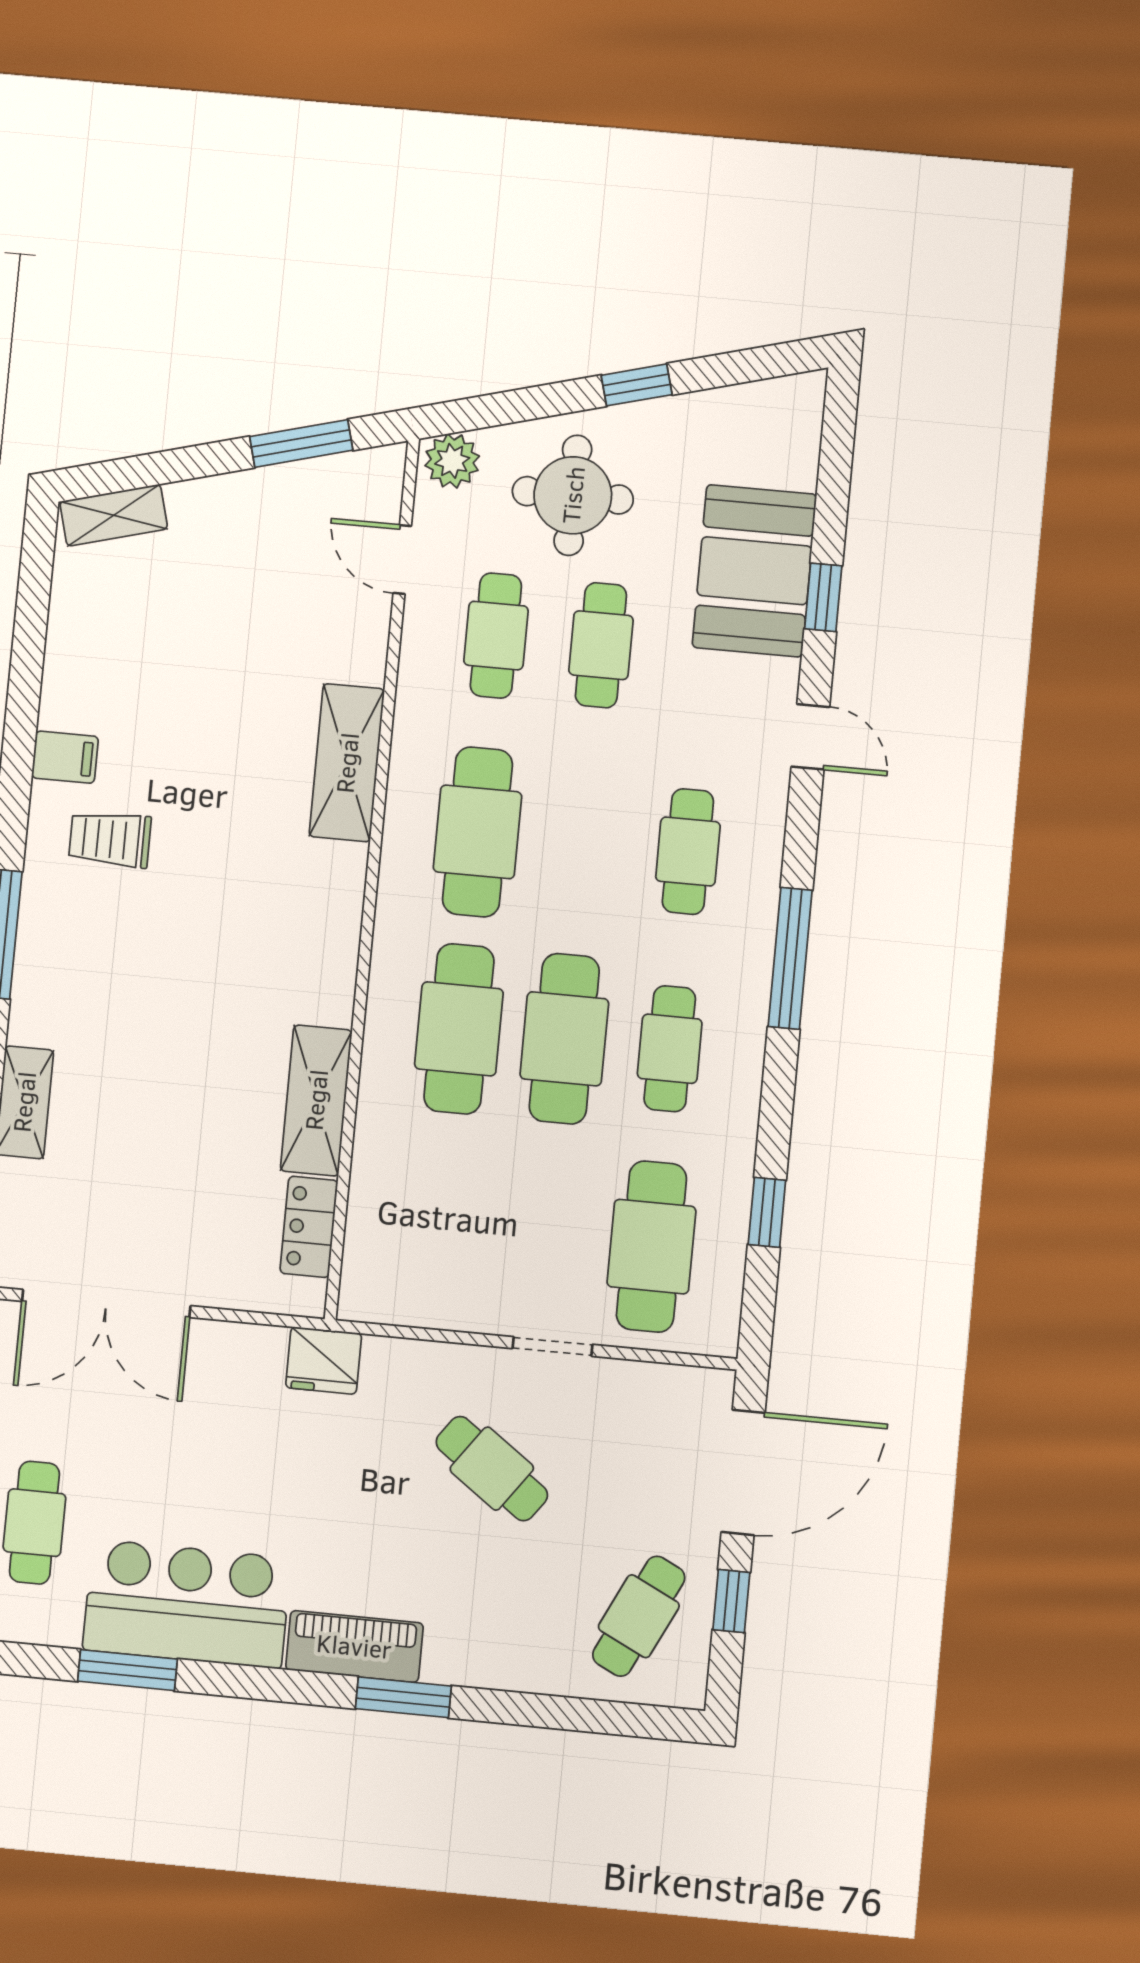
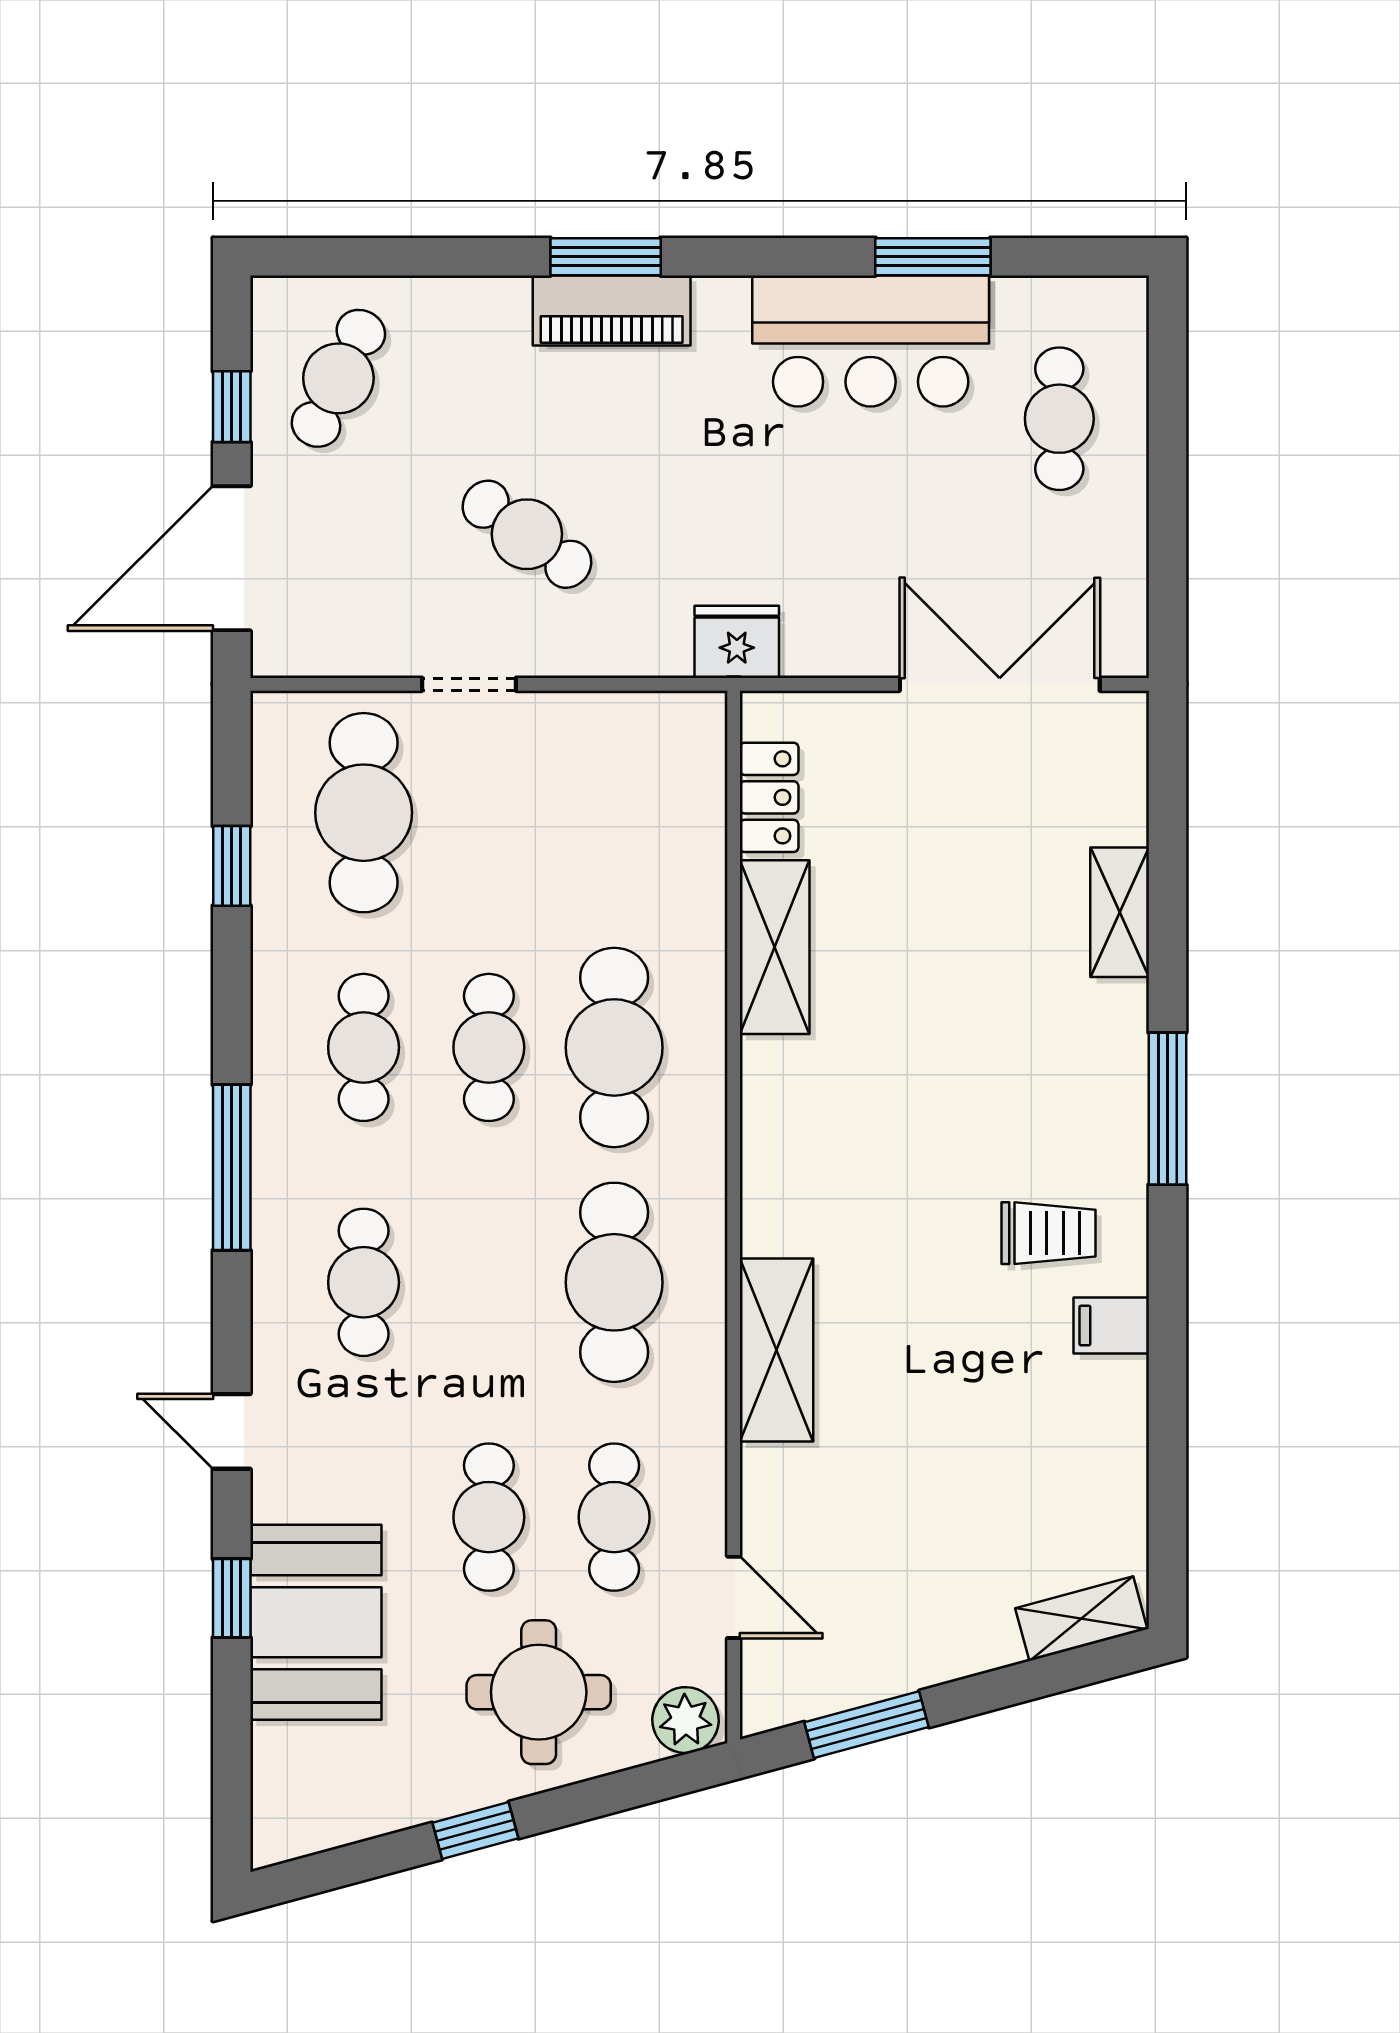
cafe table: (564, 1039) -> (489, 1047), width x0.73, depth x0.74
piano: (354, 1646) -> (612, 310), moved

